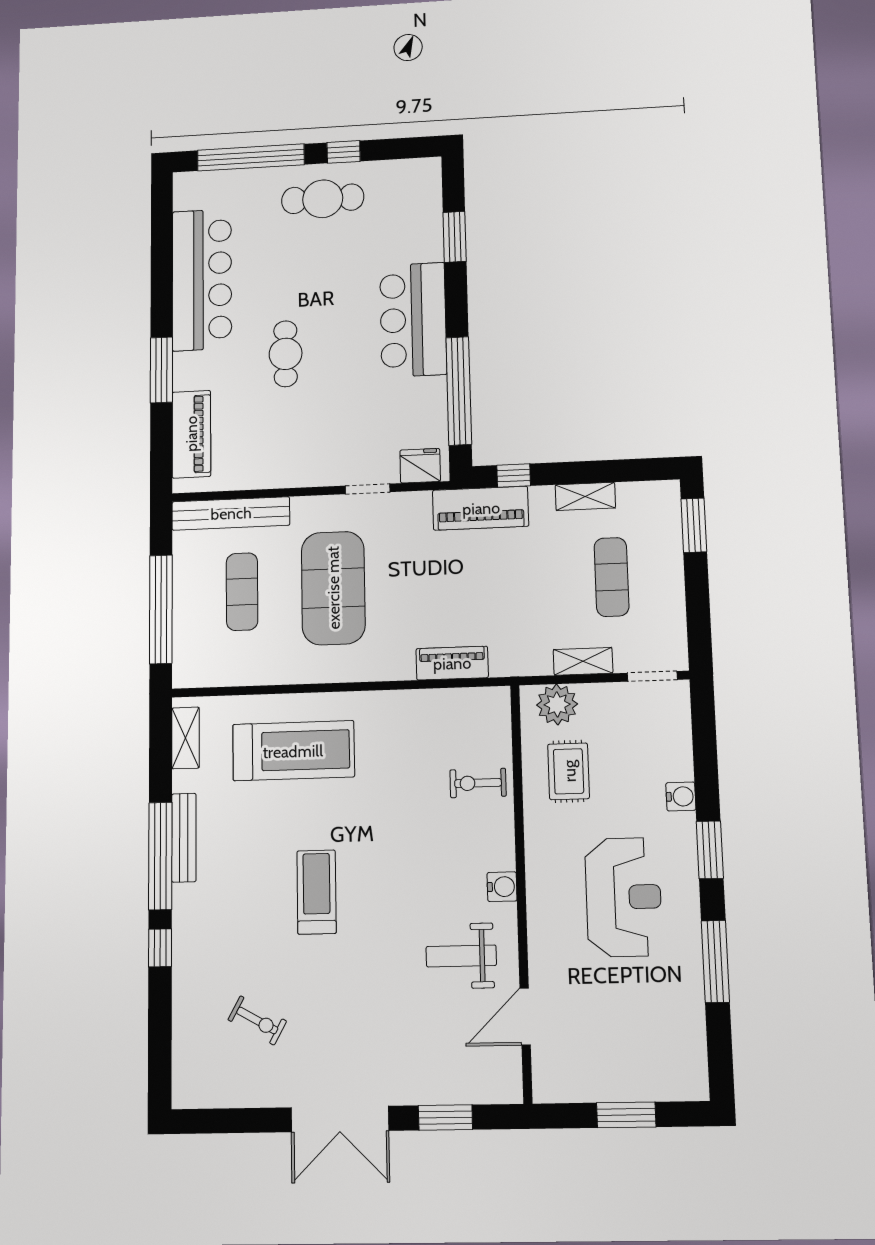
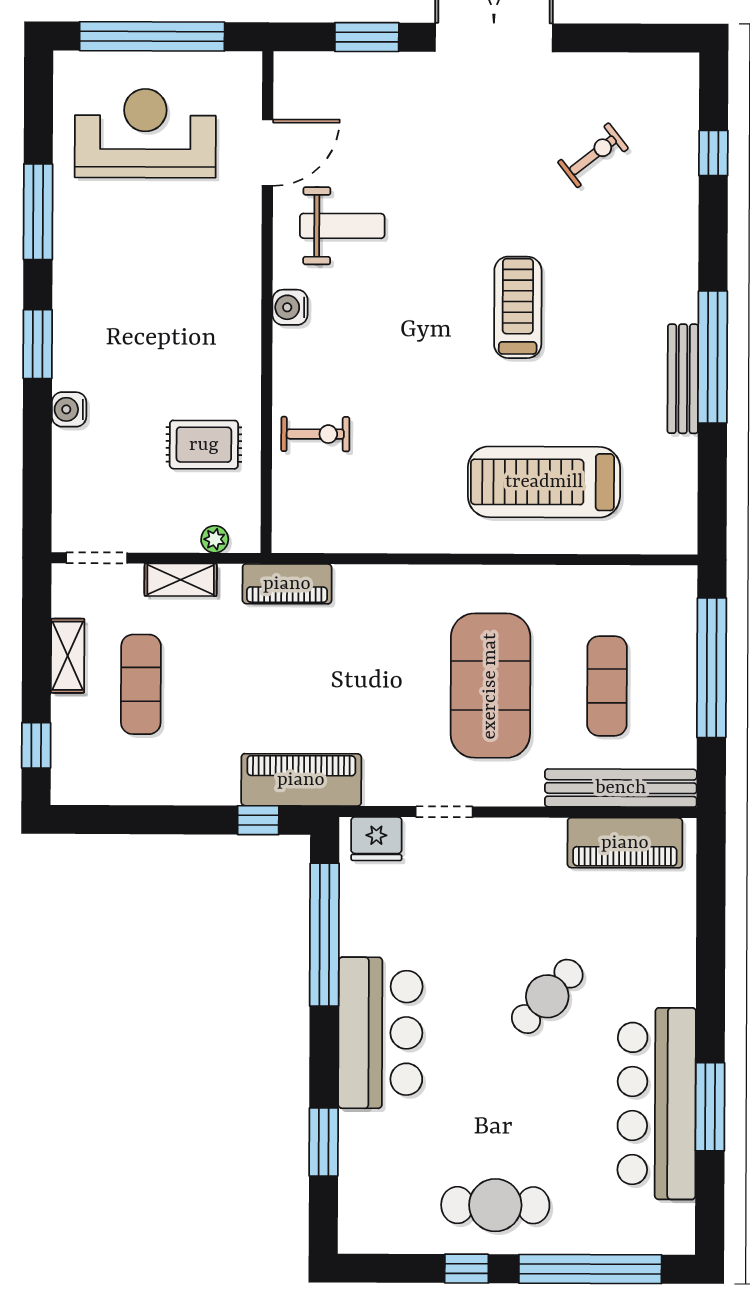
cafe table: (286, 354) -> (547, 996), turned 43
window: (162, 370) -> (710, 1107), moved
piano: (191, 434) -> (625, 843), moved, turned -90
shelving: (585, 496) -> (68, 656), moved, turned 90
window: (694, 525) -> (36, 745), width x0.67
piano: (452, 663) -> (287, 584), moved
plant: (557, 704) -> (215, 539), width x0.53, depth x0.53
shelving: (185, 738) -> (680, 503), removed
rug: (569, 771) -> (204, 445), turned 90
treadmill: (317, 892) -> (518, 307), turned 180
reception desk: (623, 897) -> (145, 133), moved, turned 90
window: (160, 948) -> (713, 153), moved
exercise bike: (257, 1020) -> (593, 155), turned 113
window: (626, 1115) -> (152, 36), width x2.11

